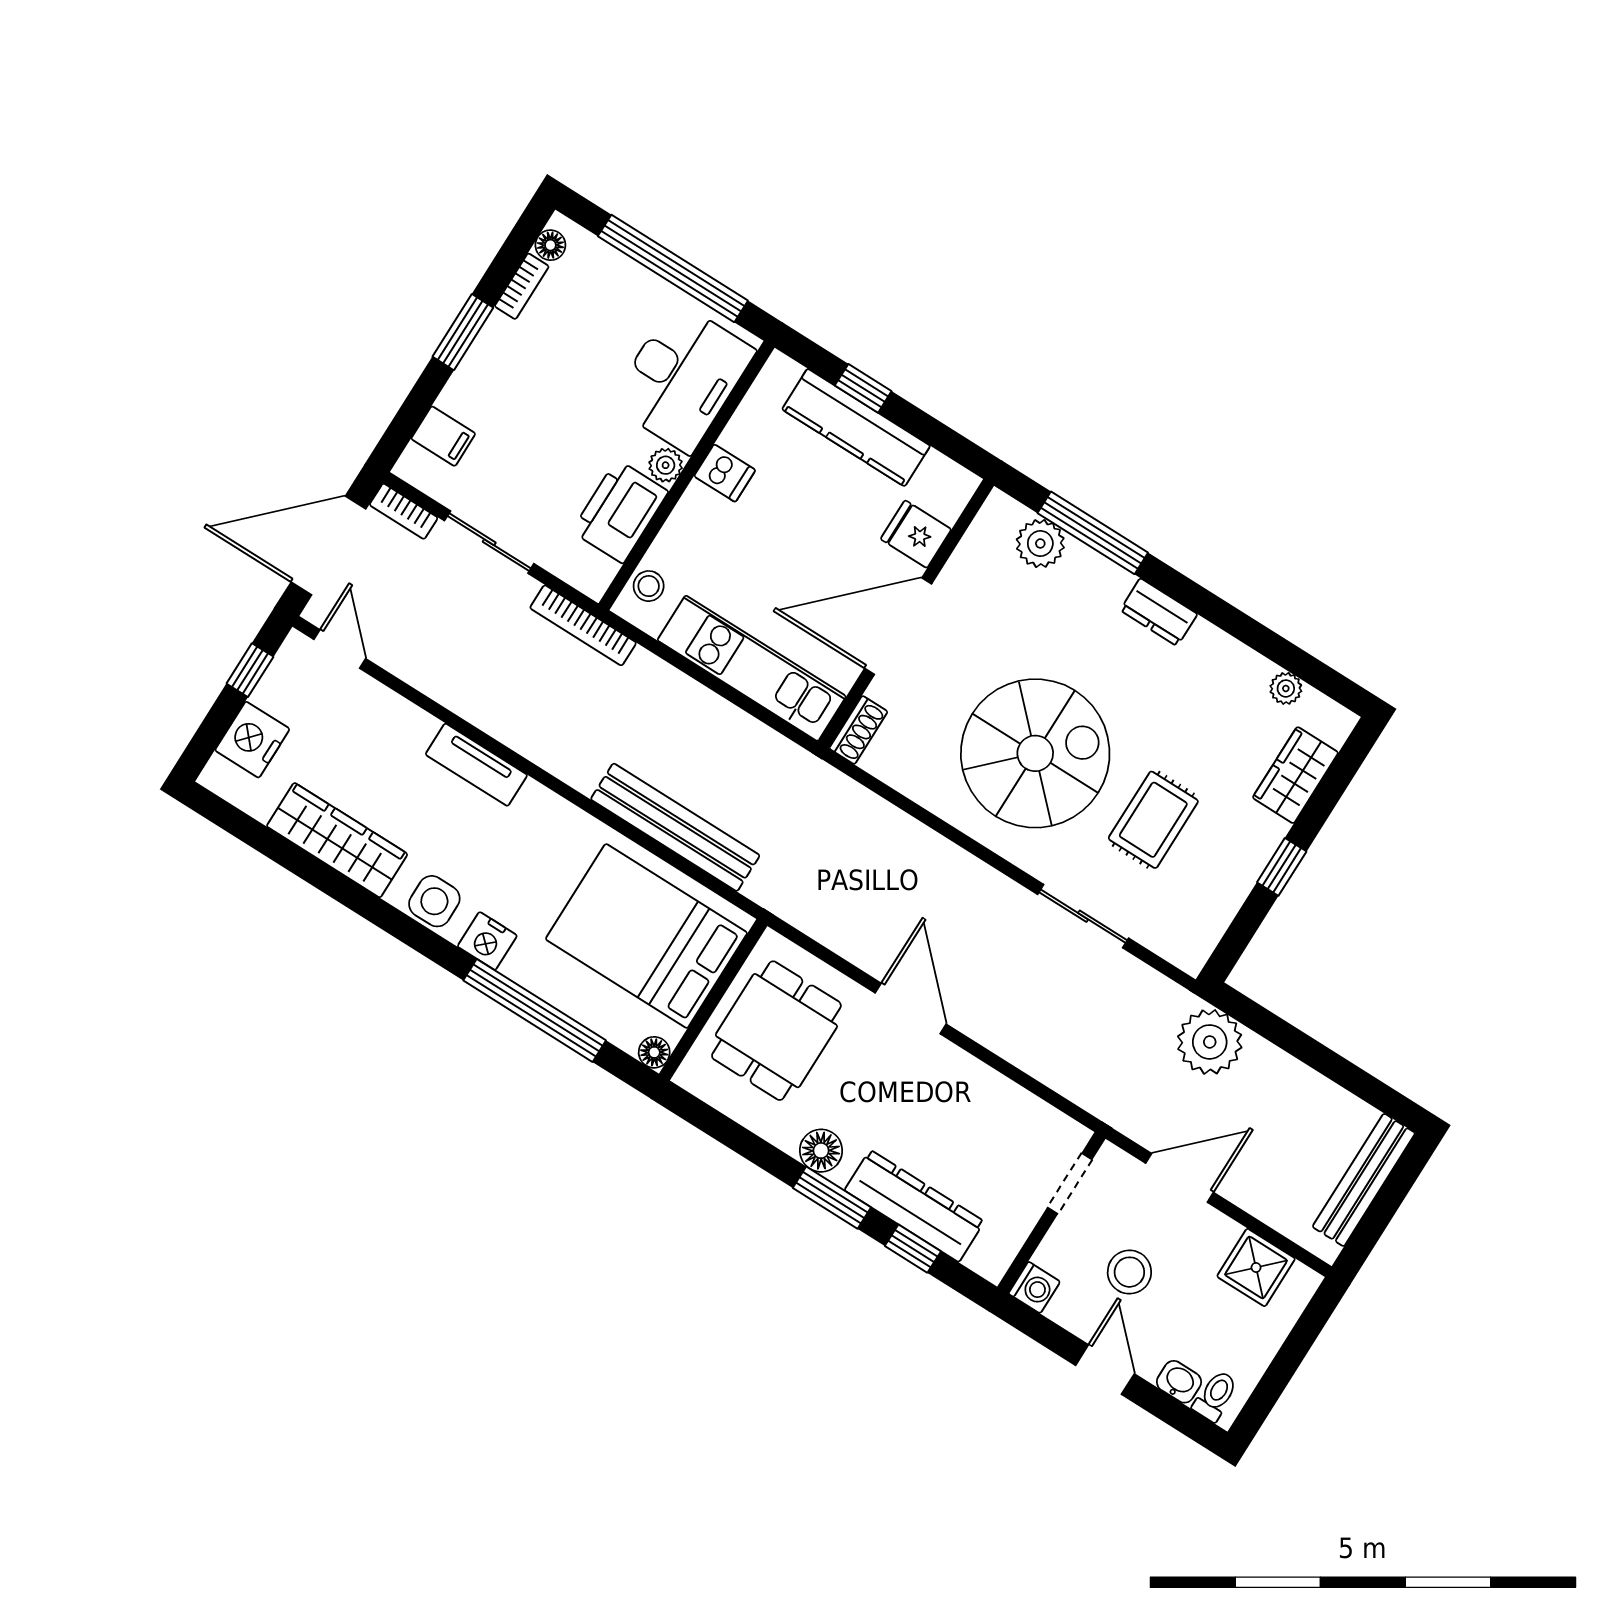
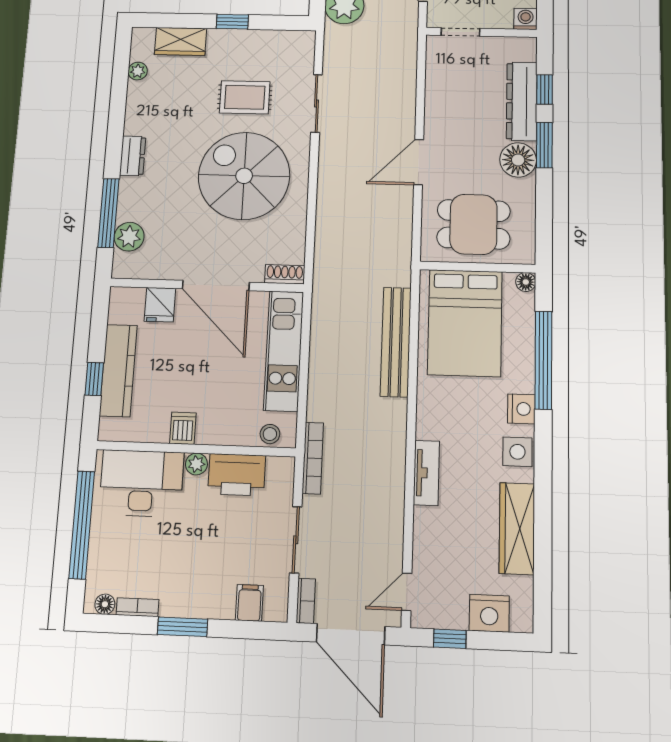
floor lamp: (821, 1151) -> (518, 160), width x1.38, depth x1.38

